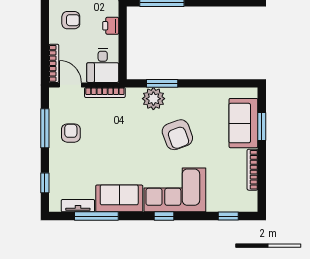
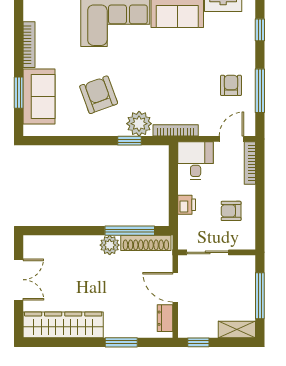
window: (162, 83) -> (129, 141), width x0.67
door: (70, 85) -> (231, 139), swing flipped
bookcase: (105, 93) -> (176, 130), moved
armchair: (71, 133) -> (231, 85), turned 180
armchair: (177, 135) -> (99, 95), moved

